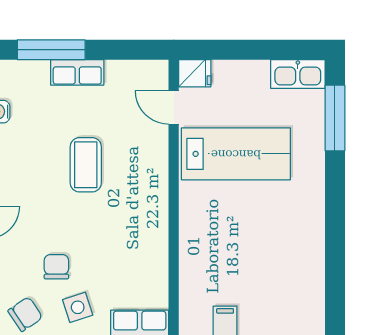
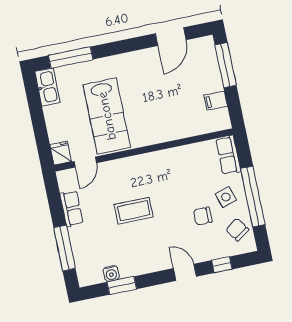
row of seats: (77, 72) -> (72, 209), moved
lab bench: (236, 154) -> (107, 116), turned 180
door: (335, 274) -> (171, 37), added

